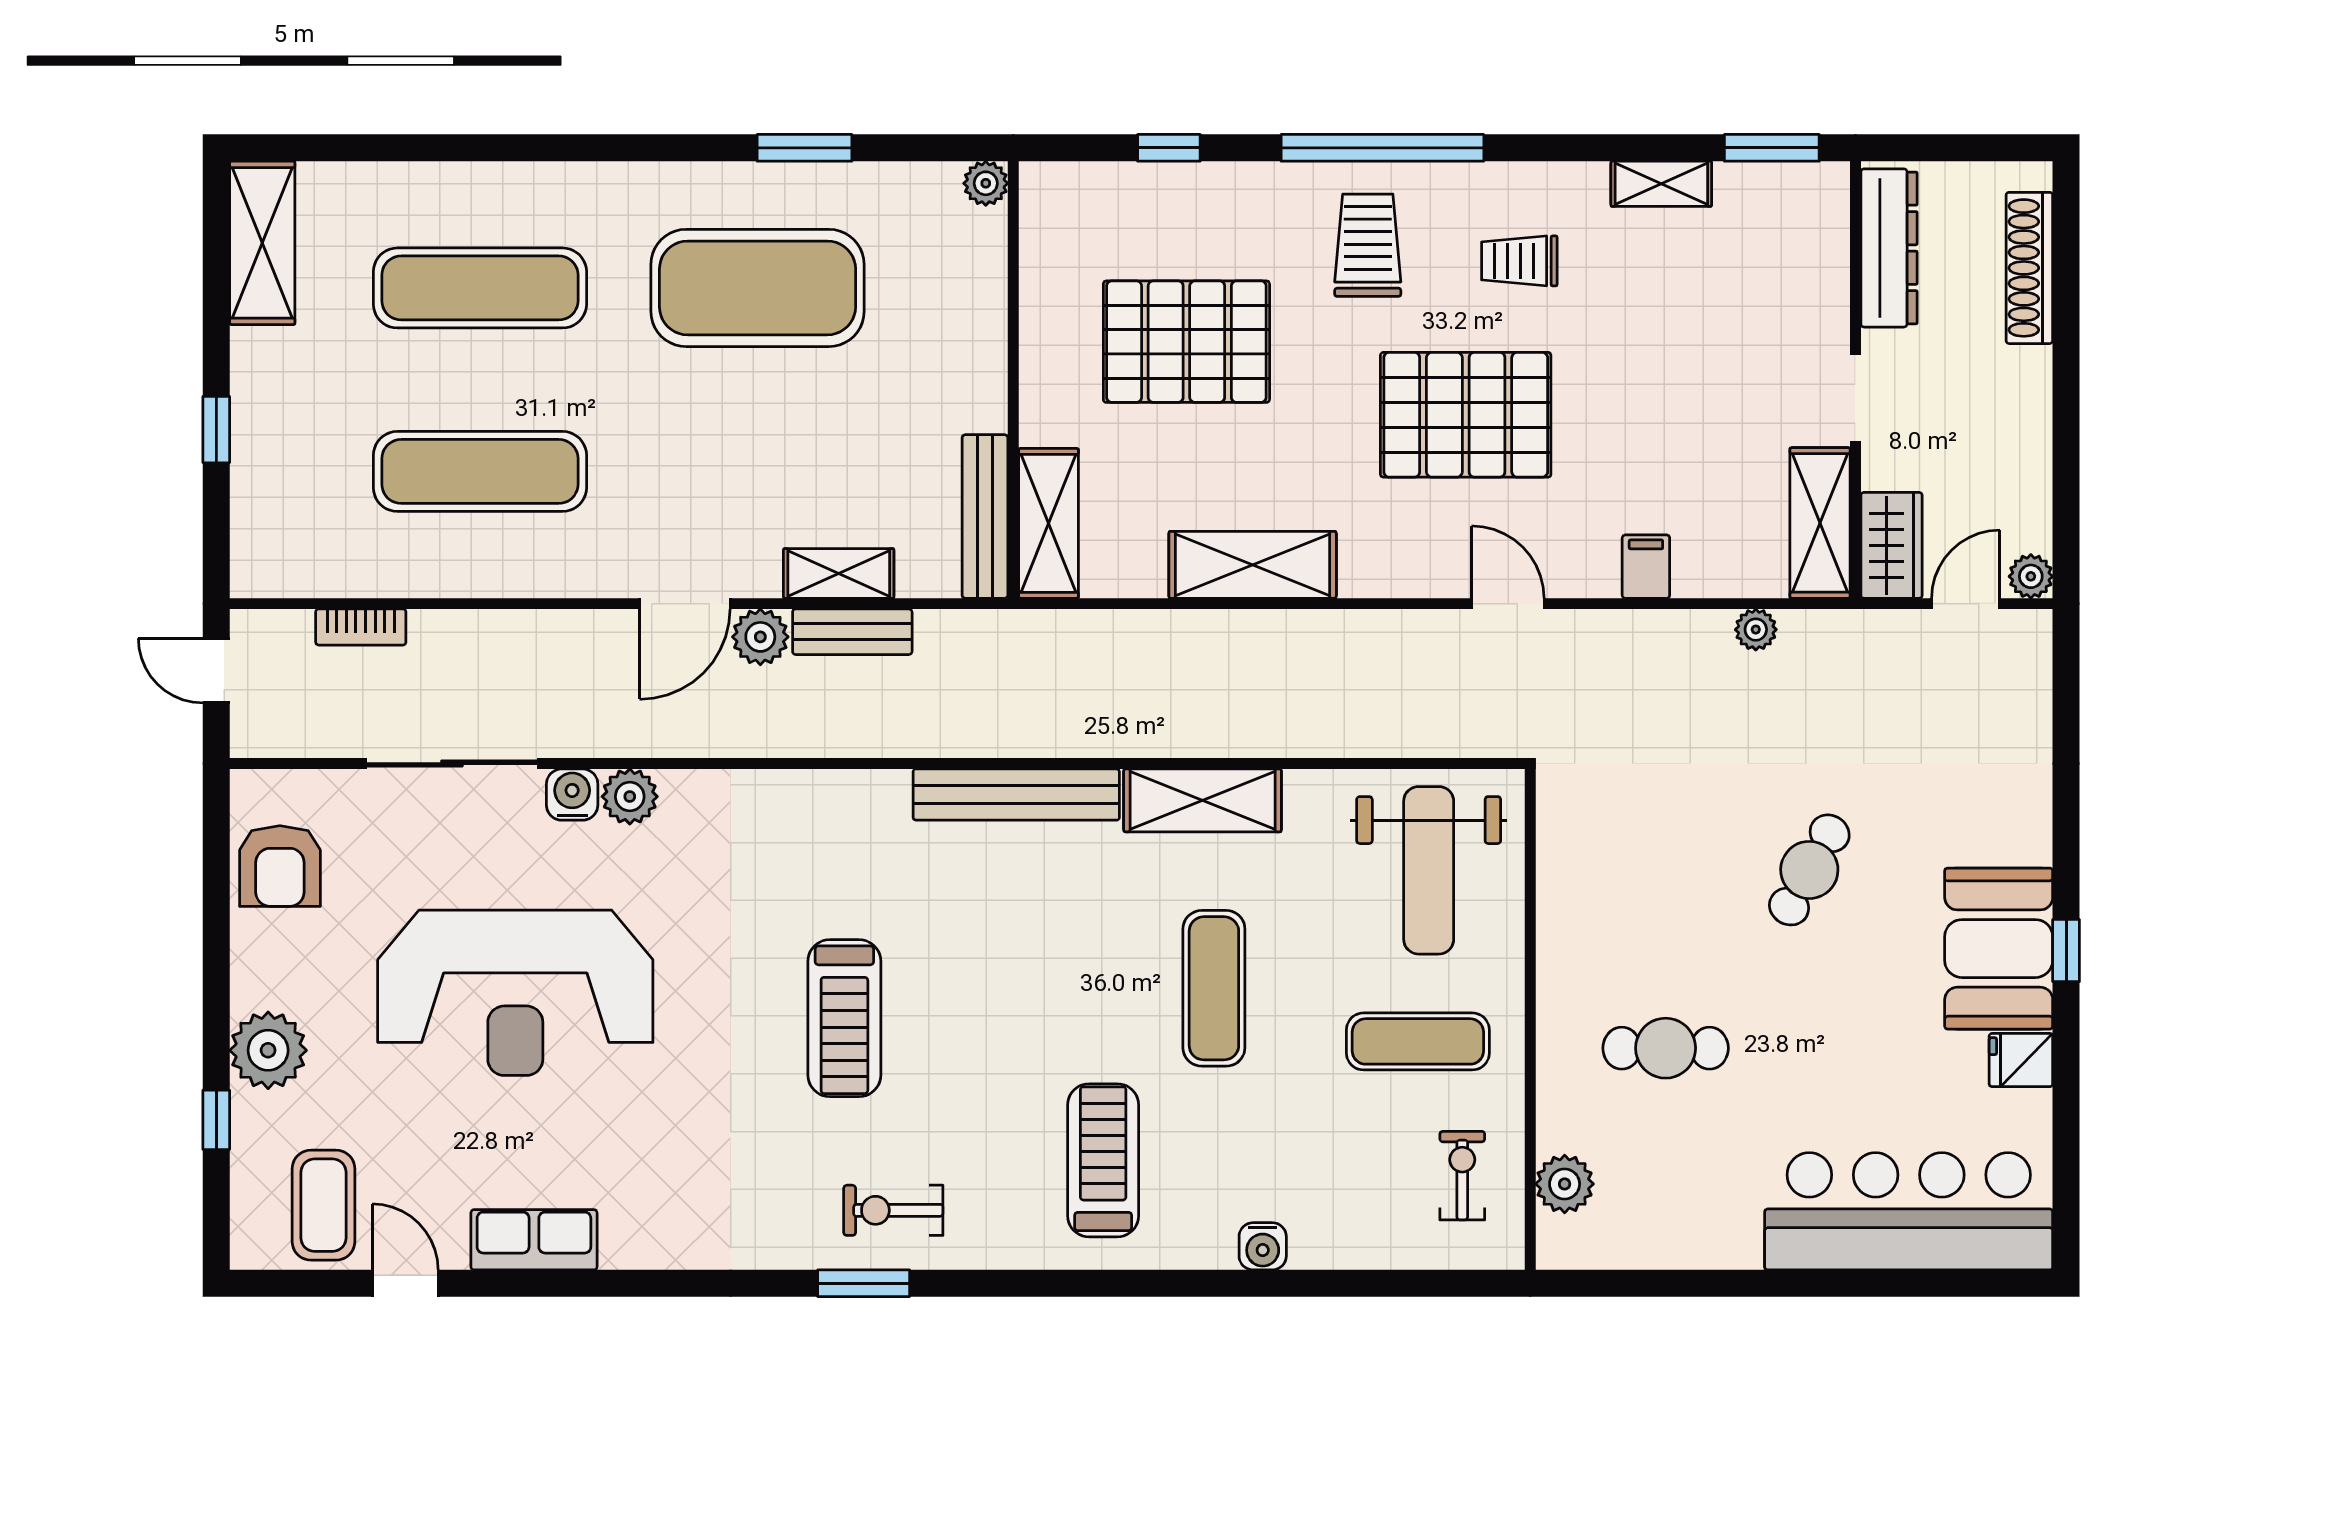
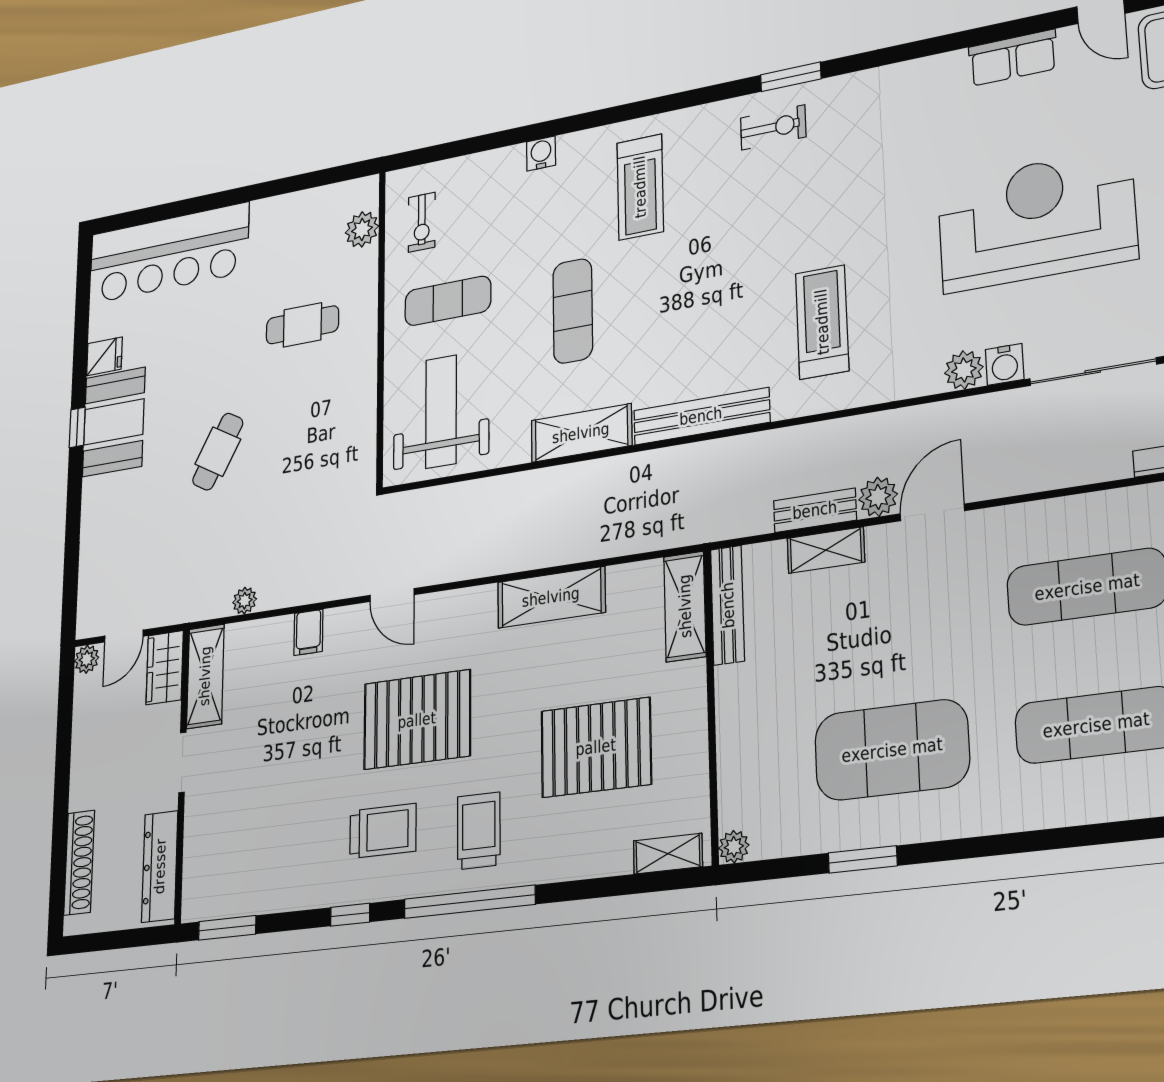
window: (1169, 148) -> (350, 915), moved
shelving: (1661, 184) -> (668, 854), moved
trolley: (1368, 245) -> (479, 831), turned 180
trolley: (1519, 261) -> (383, 831), width x1.36, depth x1.39
treadmill: (844, 1018) -> (822, 322), moved

